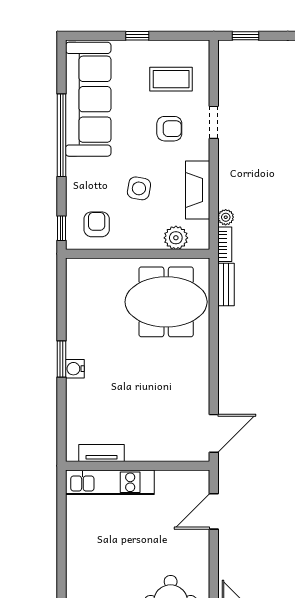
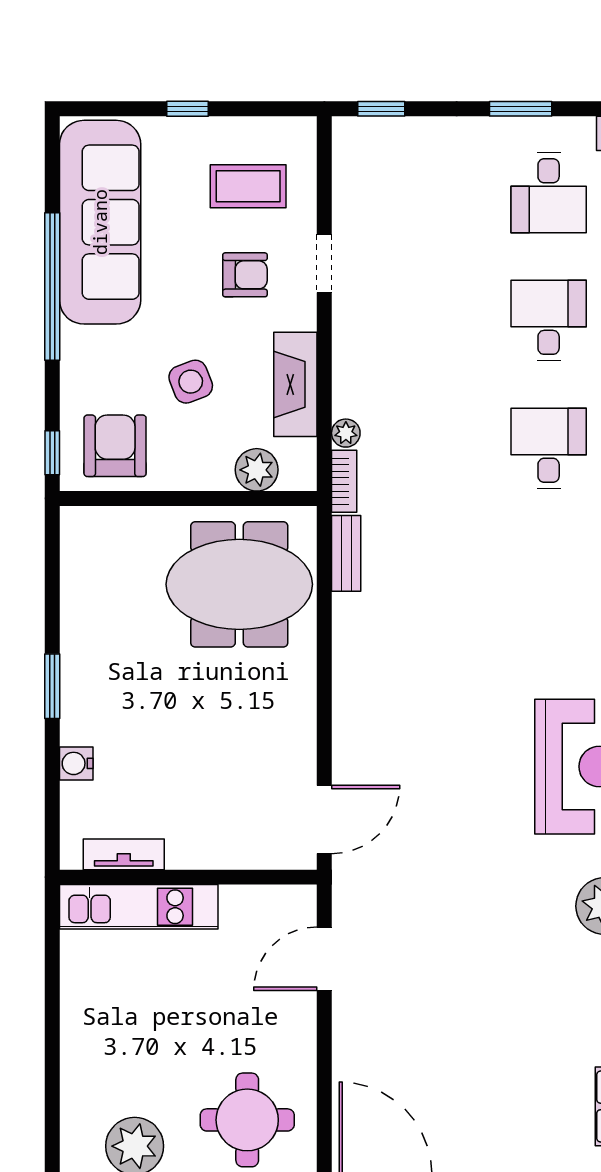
side table: (139, 188) -> (191, 382), turned -31
armchair: (97, 224) -> (115, 446), width x1.38, depth x1.38
water cooler: (75, 369) -> (76, 763), moved

